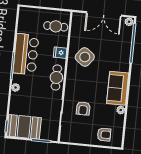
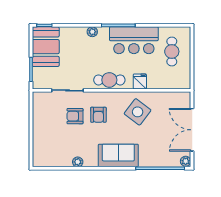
cafe table: (56, 26) -> (172, 51), moved
sofa: (118, 88) -> (118, 155), moved
armchair: (104, 135) -> (98, 115), moved

